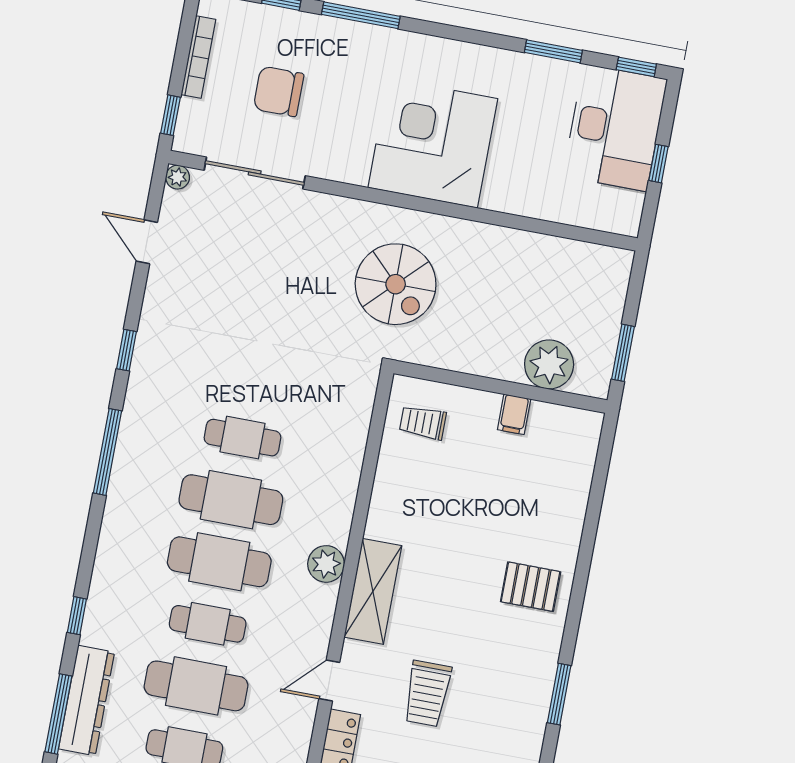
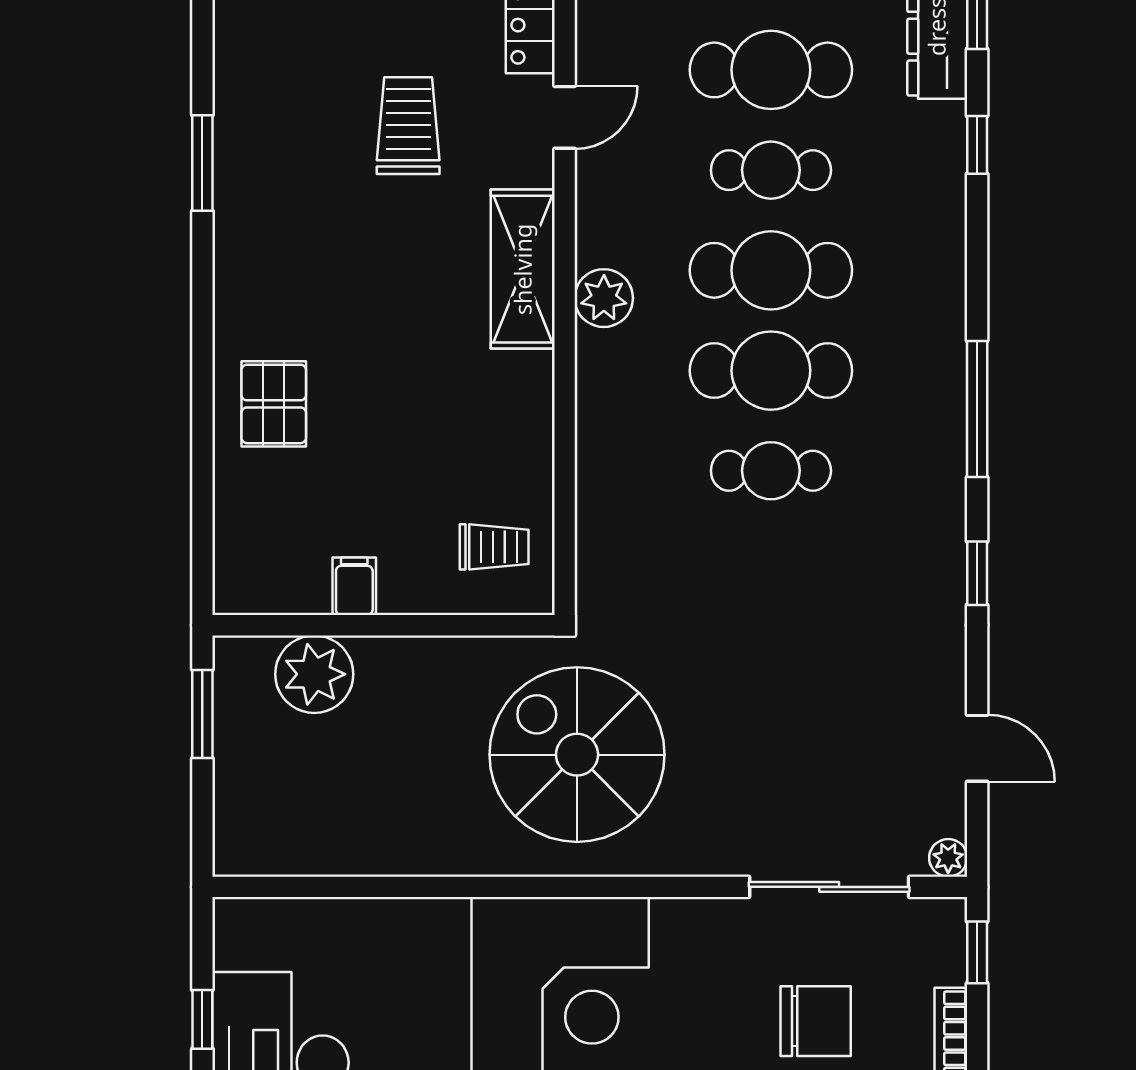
spiral stairs: (396, 284) -> (577, 755), width x1.37, depth x1.37
pallet: (531, 587) -> (274, 404), moved, turned 90

